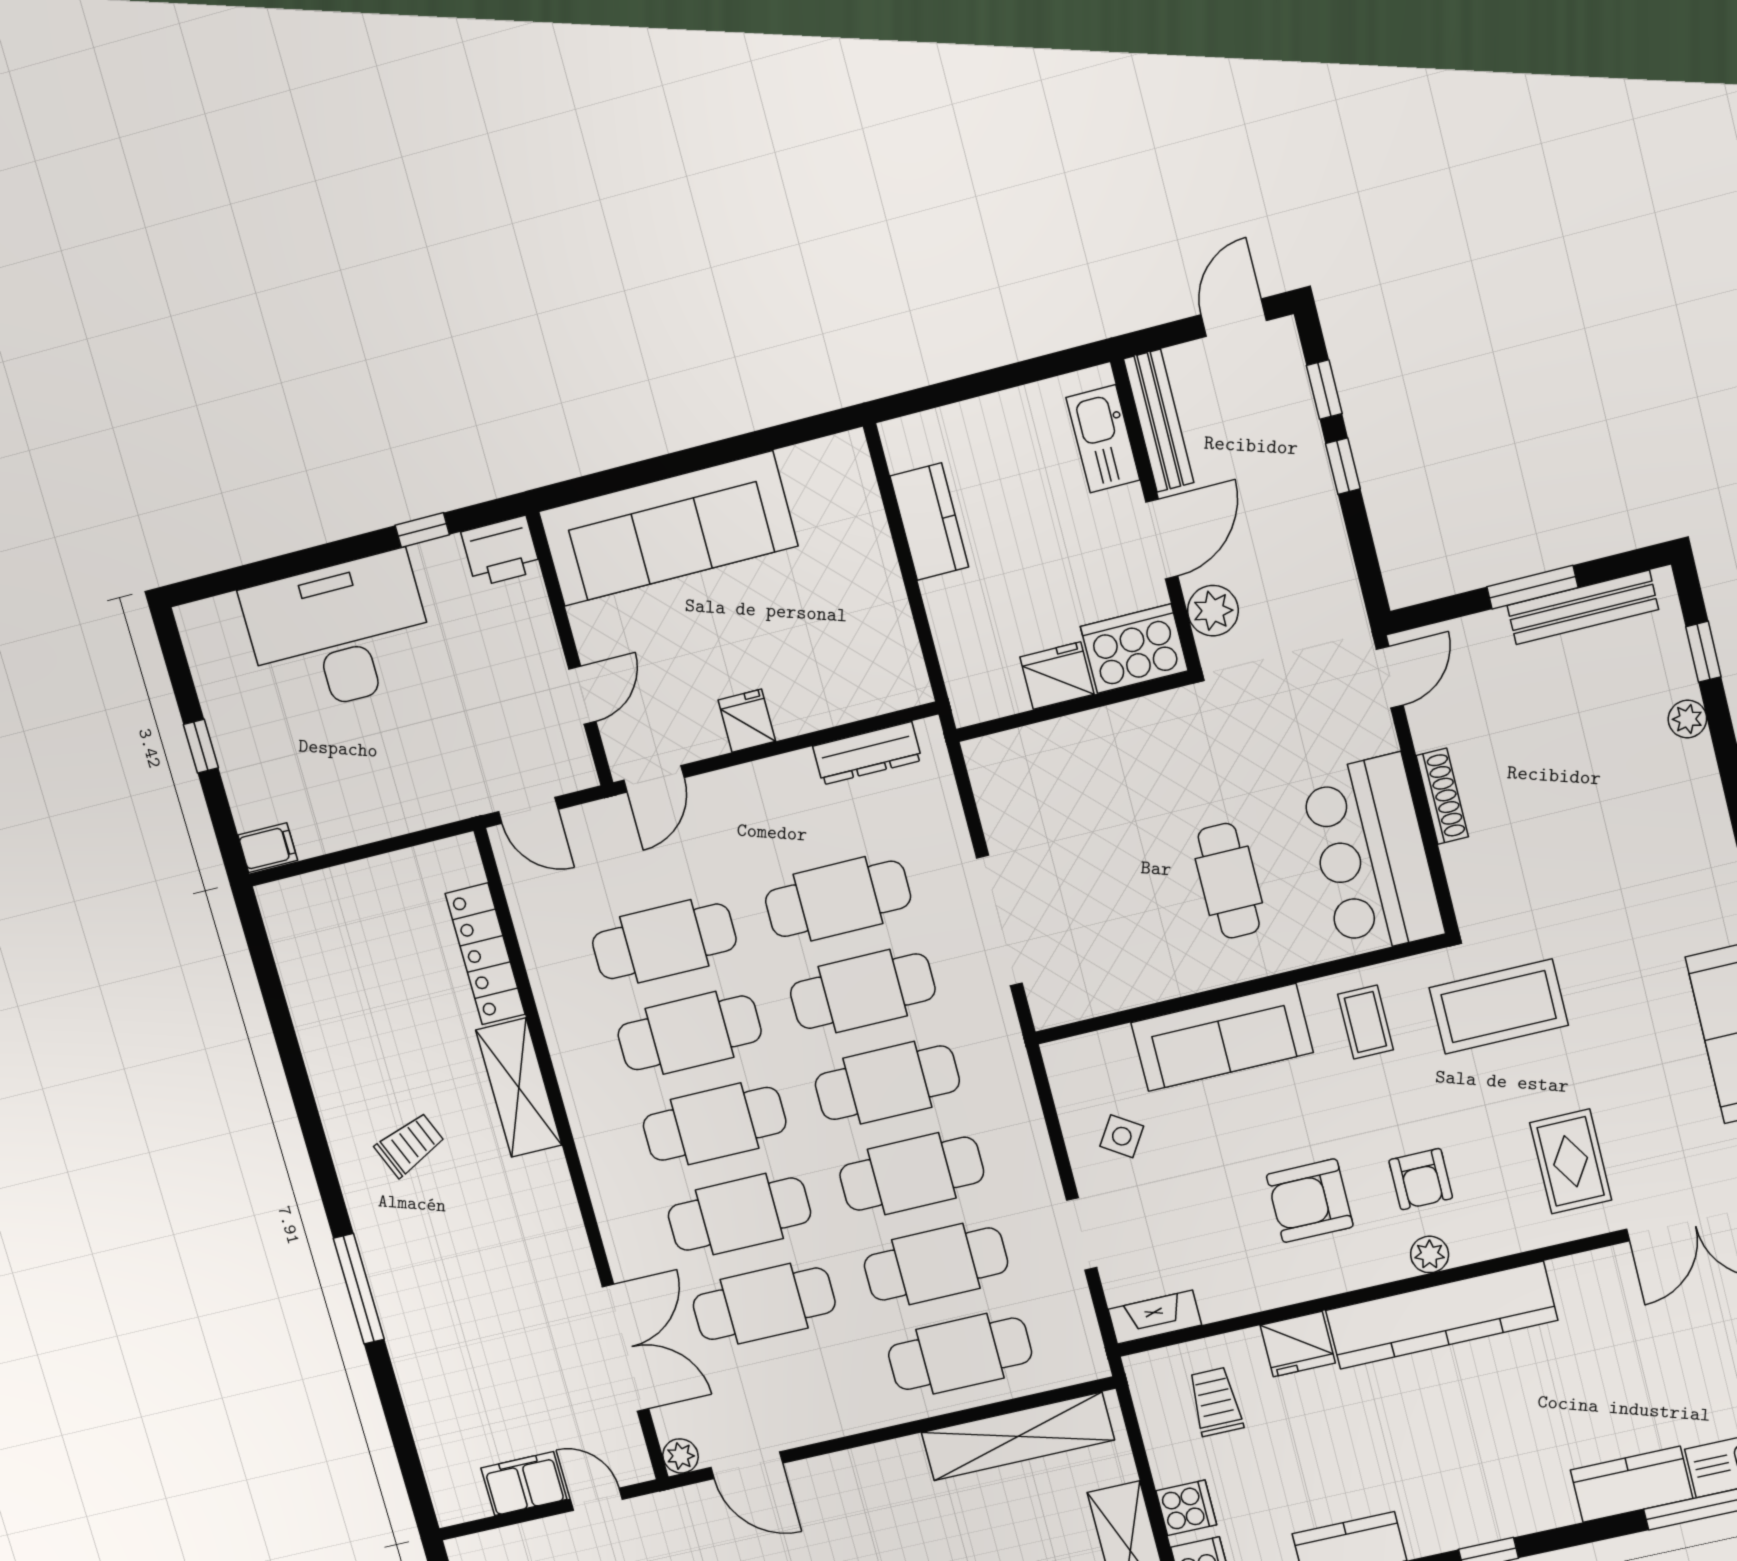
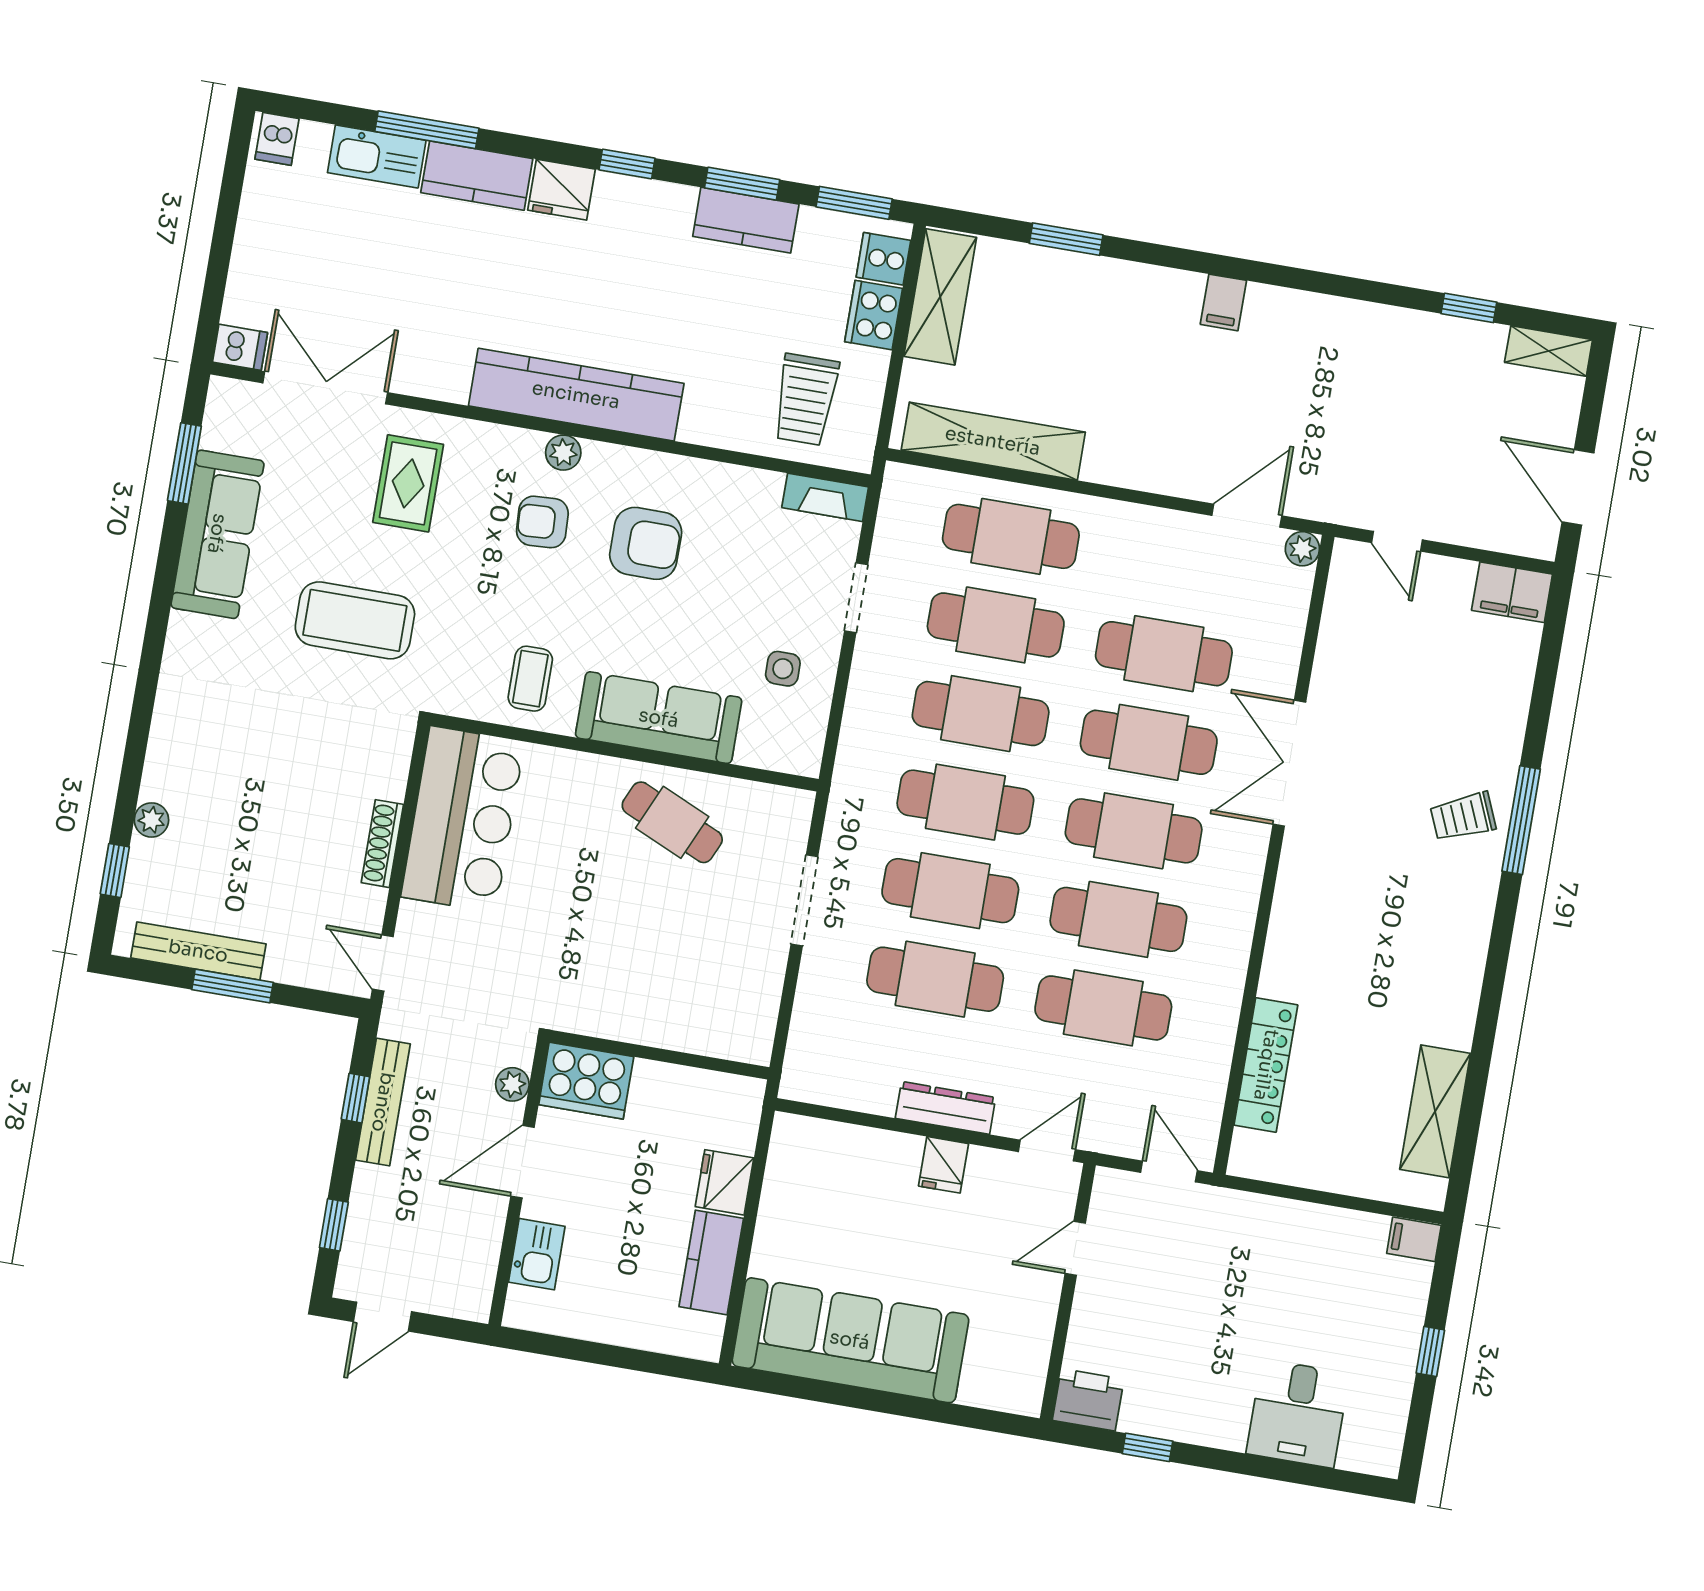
bench: (1159, 421) -> (383, 1102), moved
kitchen sink: (1103, 439) -> (537, 1254), width x0.73
window: (1343, 466) -> (355, 1098), moved
sofa: (668, 529) -> (850, 1340), moved
plant: (1213, 611) -> (512, 1084), width x0.73, depth x0.73
desk: (339, 634) -> (1298, 1414), width x0.53, depth x0.77
fridge: (1057, 676) -> (724, 1182), moved, turned 90
door: (1390, 677) -> (383, 963), hinge flipped
dresser: (867, 753) -> (946, 1108), moved
cafe table: (1229, 881) -> (672, 822), moved, turned -66
doorway: (1000, 921) -> (804, 900), width x0.73
coffee table: (1499, 1006) -> (355, 620), moved
shelving: (519, 1088) -> (1435, 1111), moved
side table: (1122, 1136) -> (783, 669), turned -33
trolley: (410, 1145) -> (1463, 817), moved
armchair: (1421, 1179) -> (542, 522), turned -93
fridge: (1298, 1344) -> (562, 190), moved, turned 180
double door: (626, 1348) -> (1289, 763), moved
trolley: (1216, 1402) -> (806, 400), width x1.36, depth x1.39
door: (747, 1465) -> (1247, 516), hinge flipped
filing cabinet: (524, 1484) -> (1512, 592), moved
cooker: (1186, 1508) -> (874, 315), width x1.36

